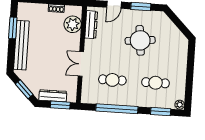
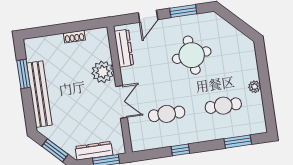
plant: (73, 24) -> (103, 72), moved
double door: (81, 64) -> (121, 102), swing flipped
plant: (180, 105) -> (255, 87), moved
window: (117, 109) -> (180, 150), width x0.32

